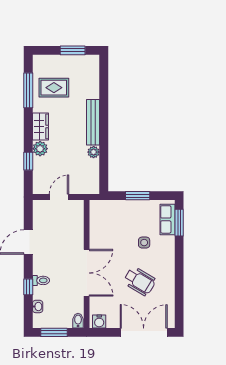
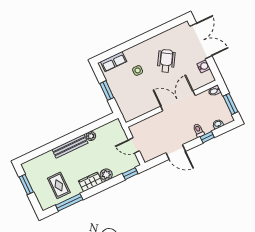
window: (28, 161) -> (130, 174), moved
window: (179, 223) -> (112, 52), removed
water cooler: (99, 321) -> (204, 66), moved
double door: (144, 332) -> (201, 41), swing flipped

